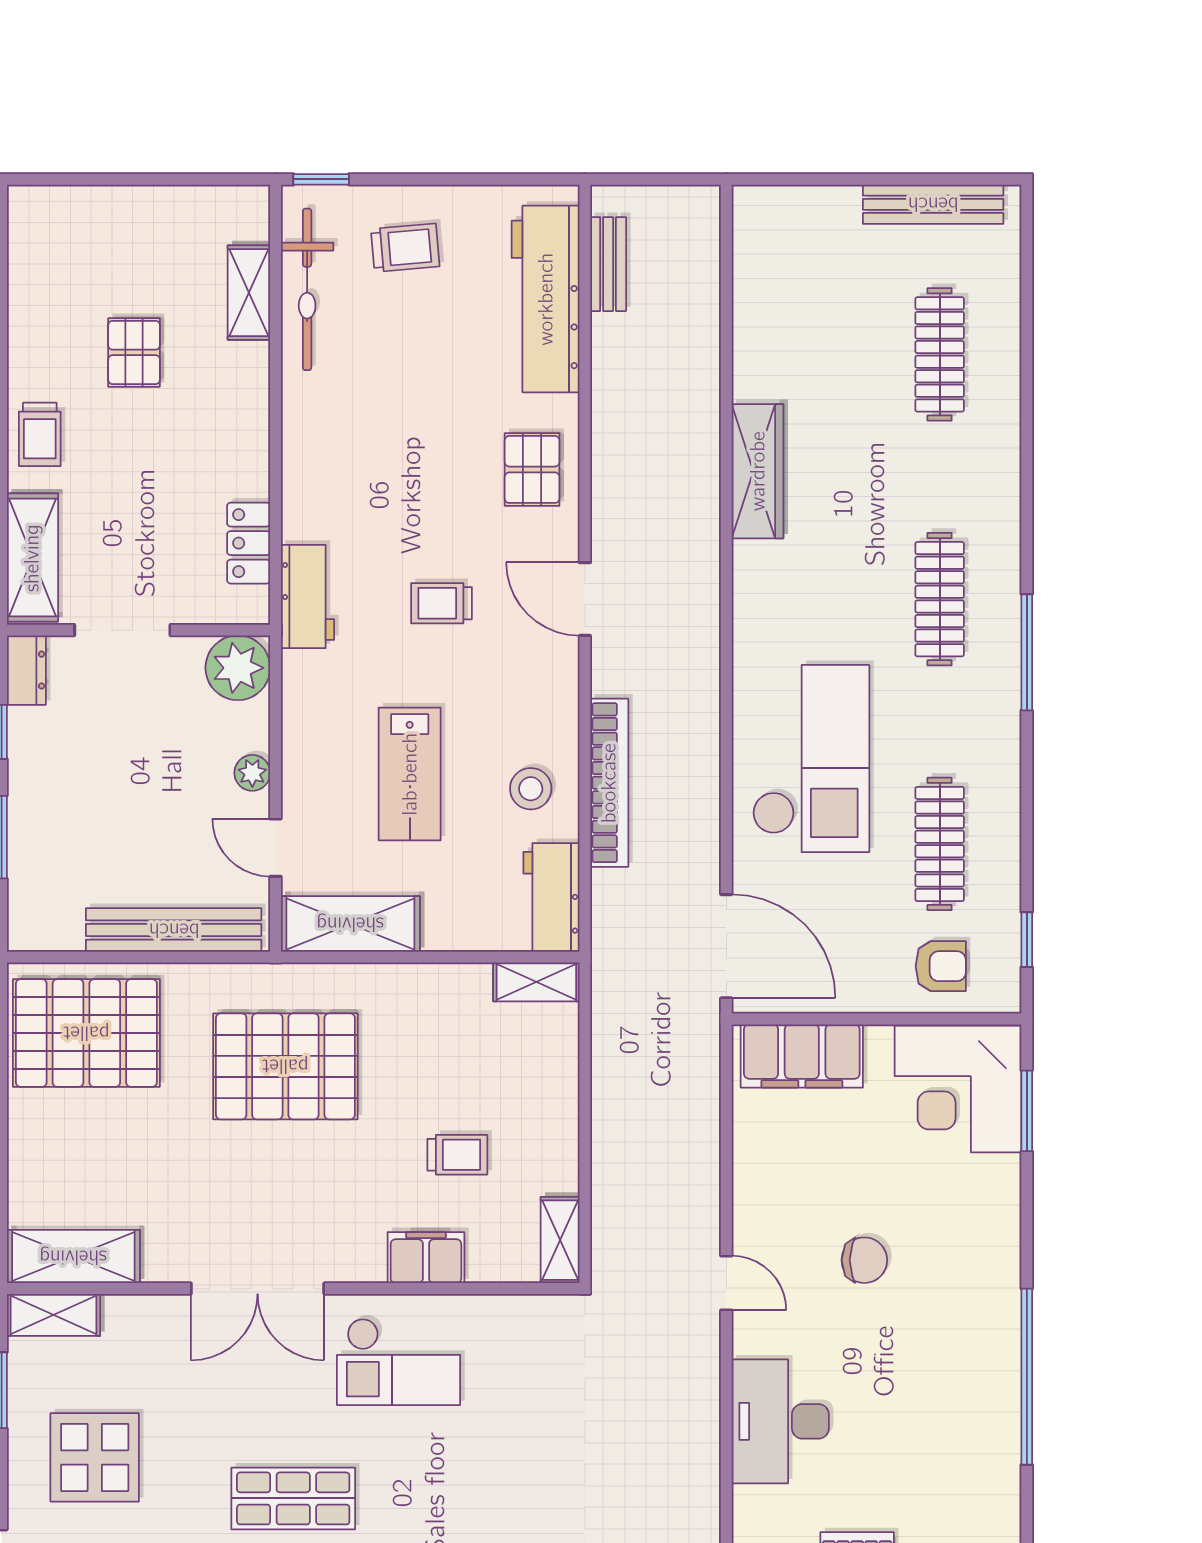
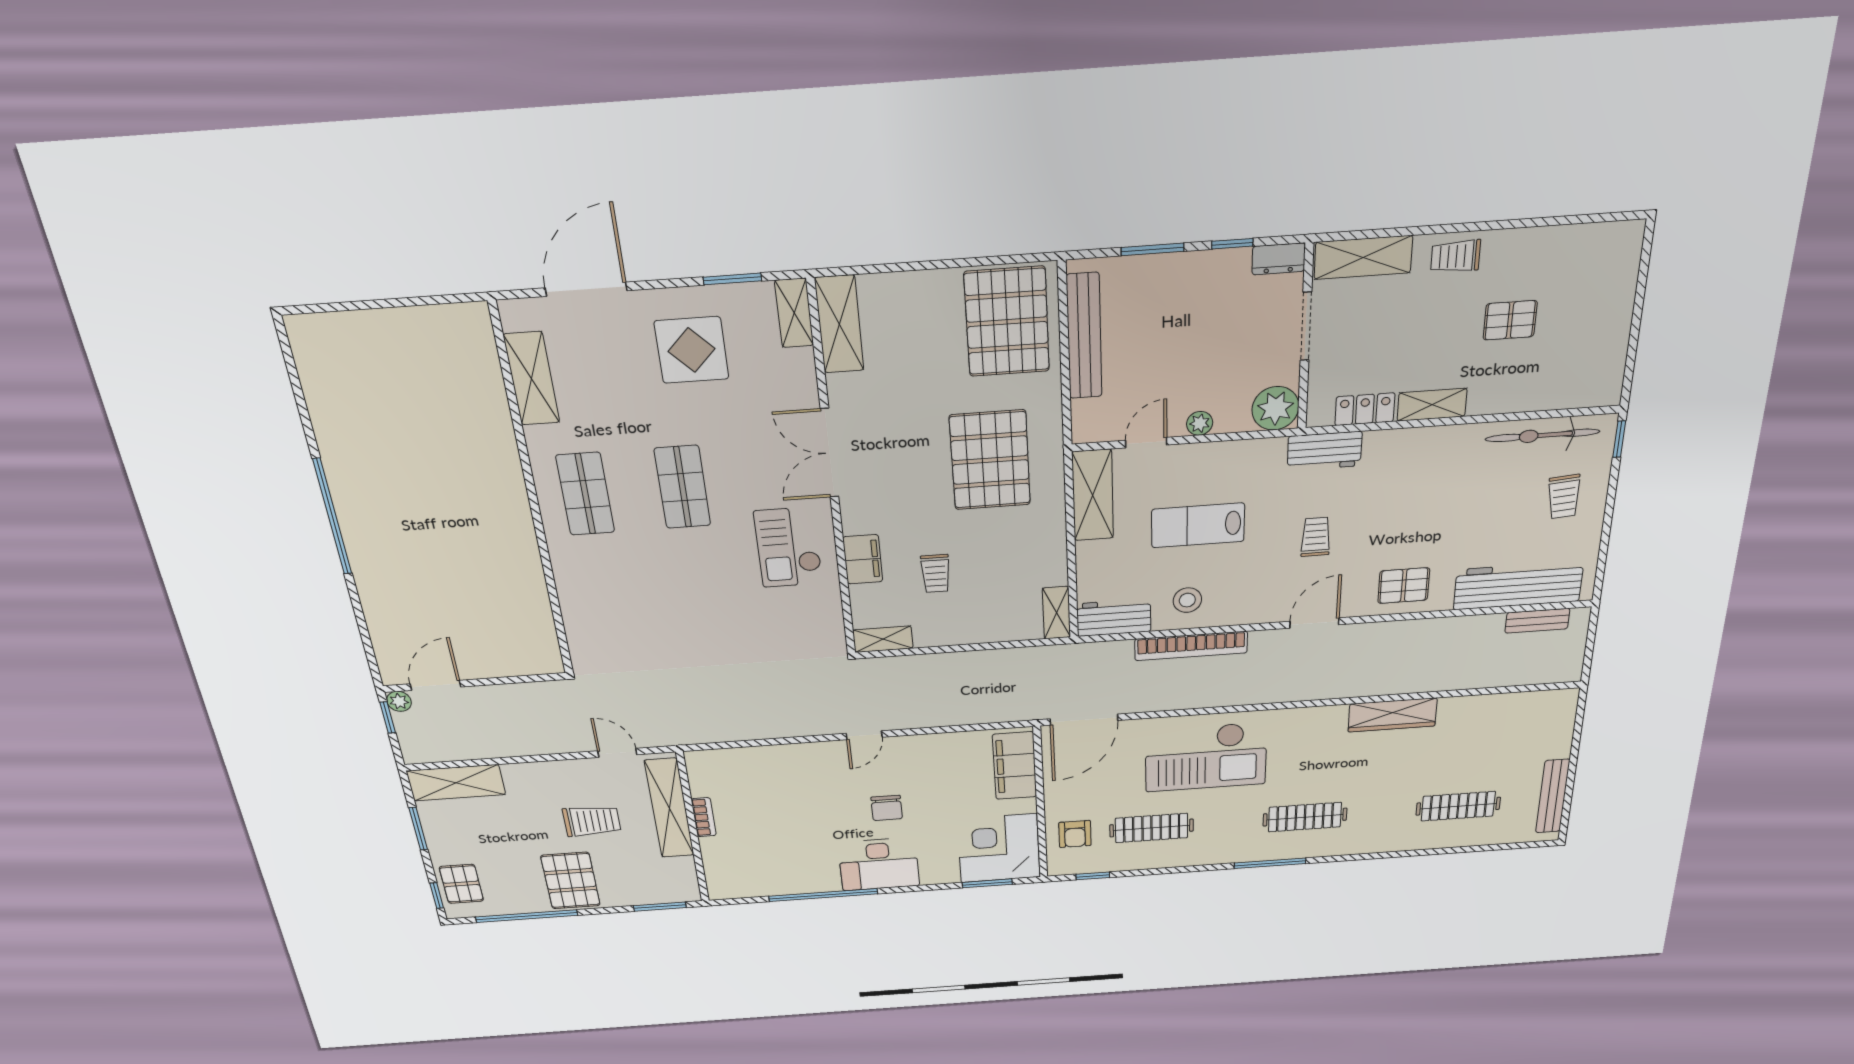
shelving: (249, 293) -> (1432, 405), moved
bench: (174, 930) -> (1084, 336), moved
desk: (780, 1421) -> (879, 864), moved, turned 180

